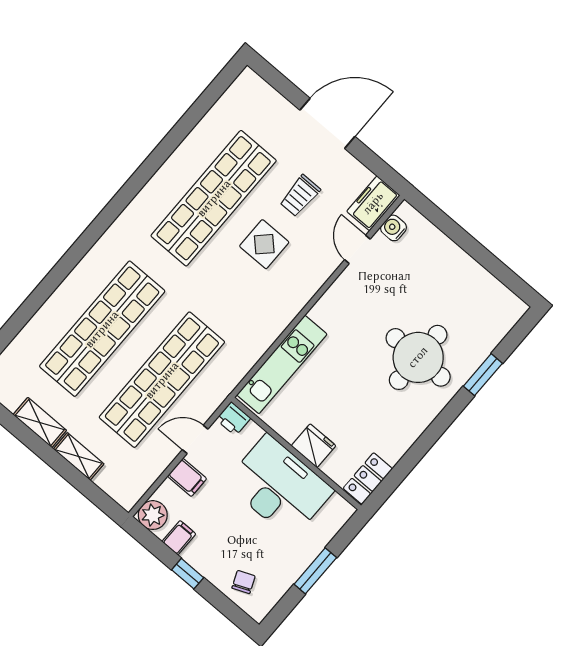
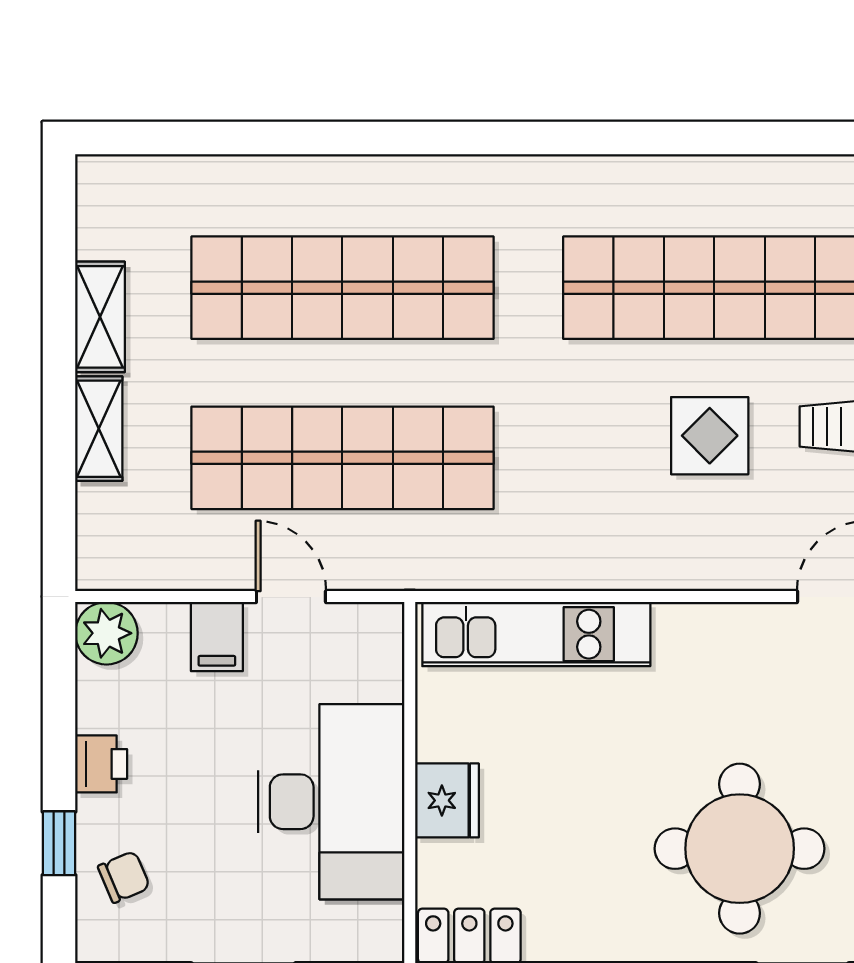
printer: (233, 419) -> (101, 764), moved, turned 180
filing cabinet: (179, 538) -> (106, 708), removed
window: (188, 574) -> (59, 843), moved

